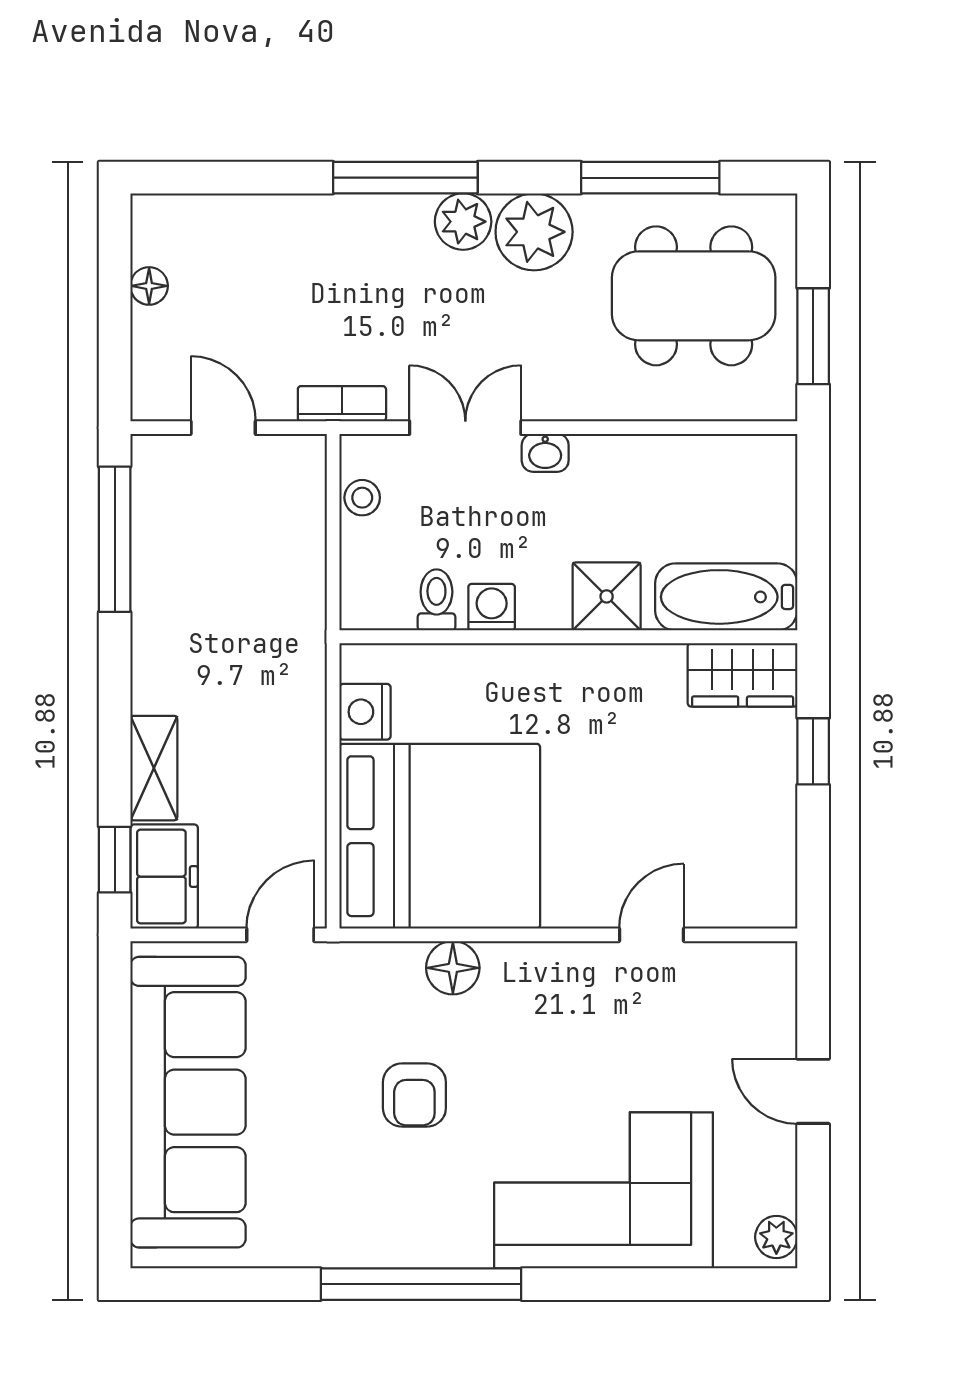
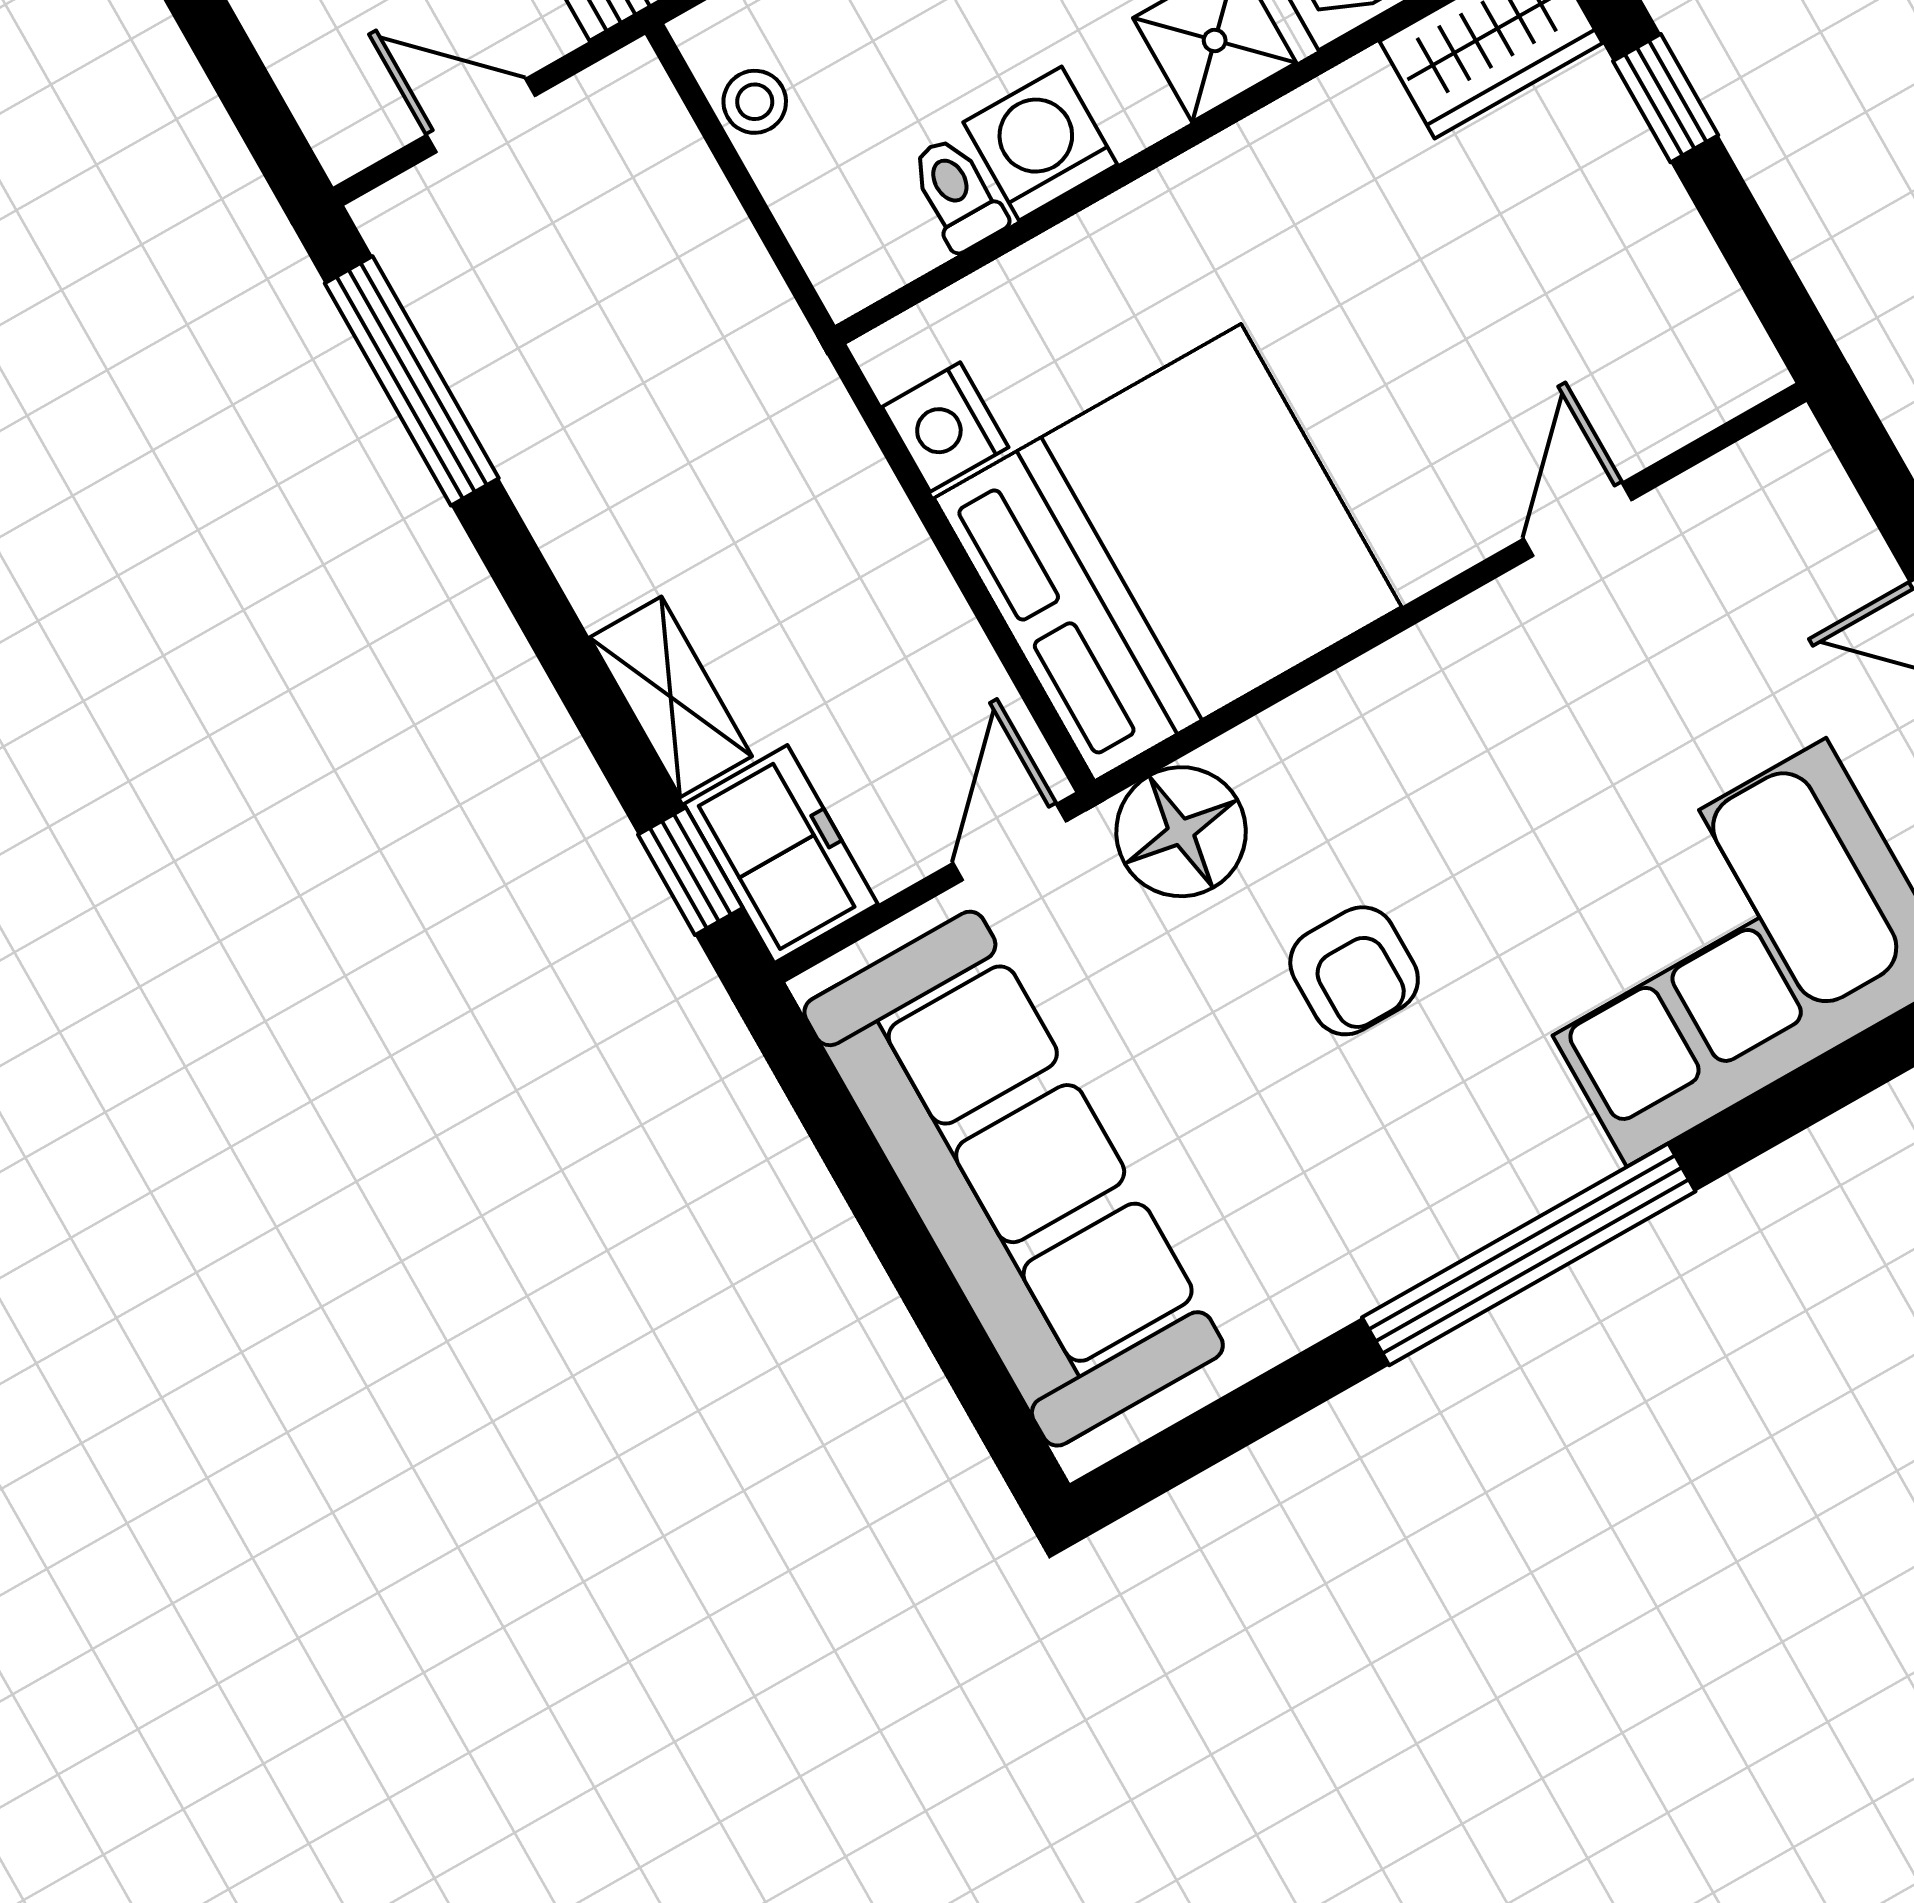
washing machine: (492, 607) -> (1040, 143), width x1.38, depth x1.38
floor lamp: (453, 968) -> (1181, 832), moved, width x1.38, depth x1.38

